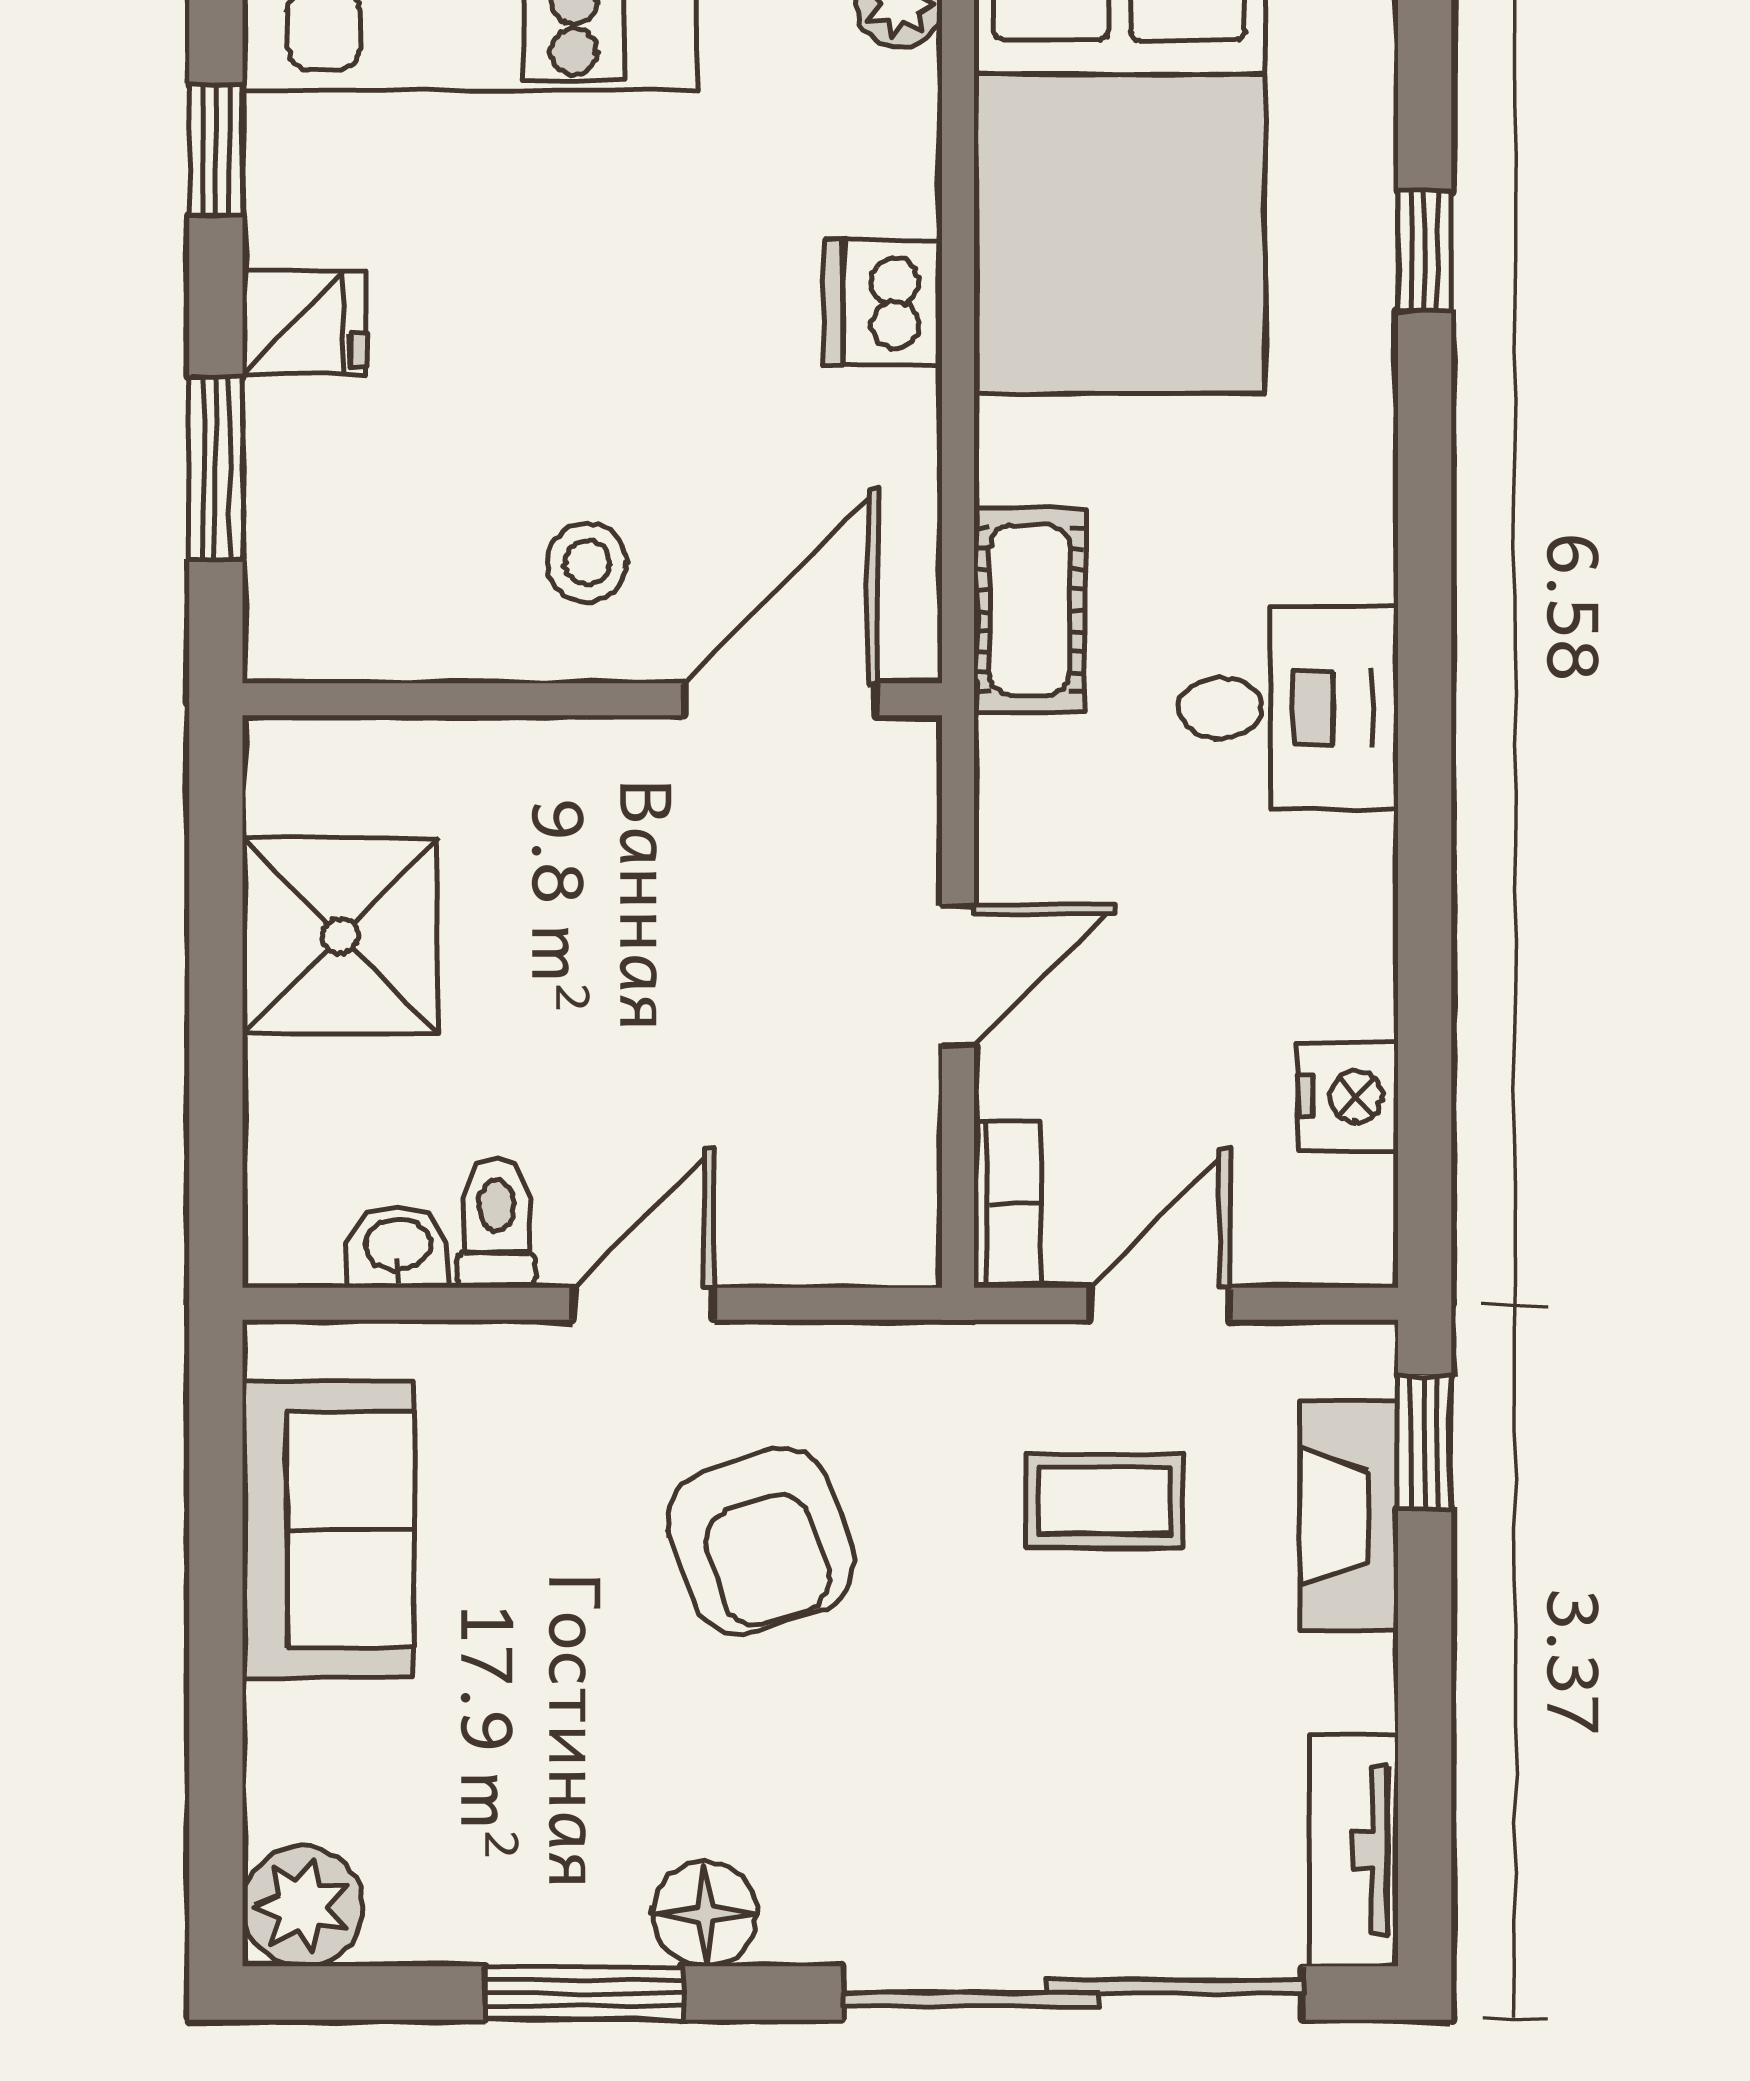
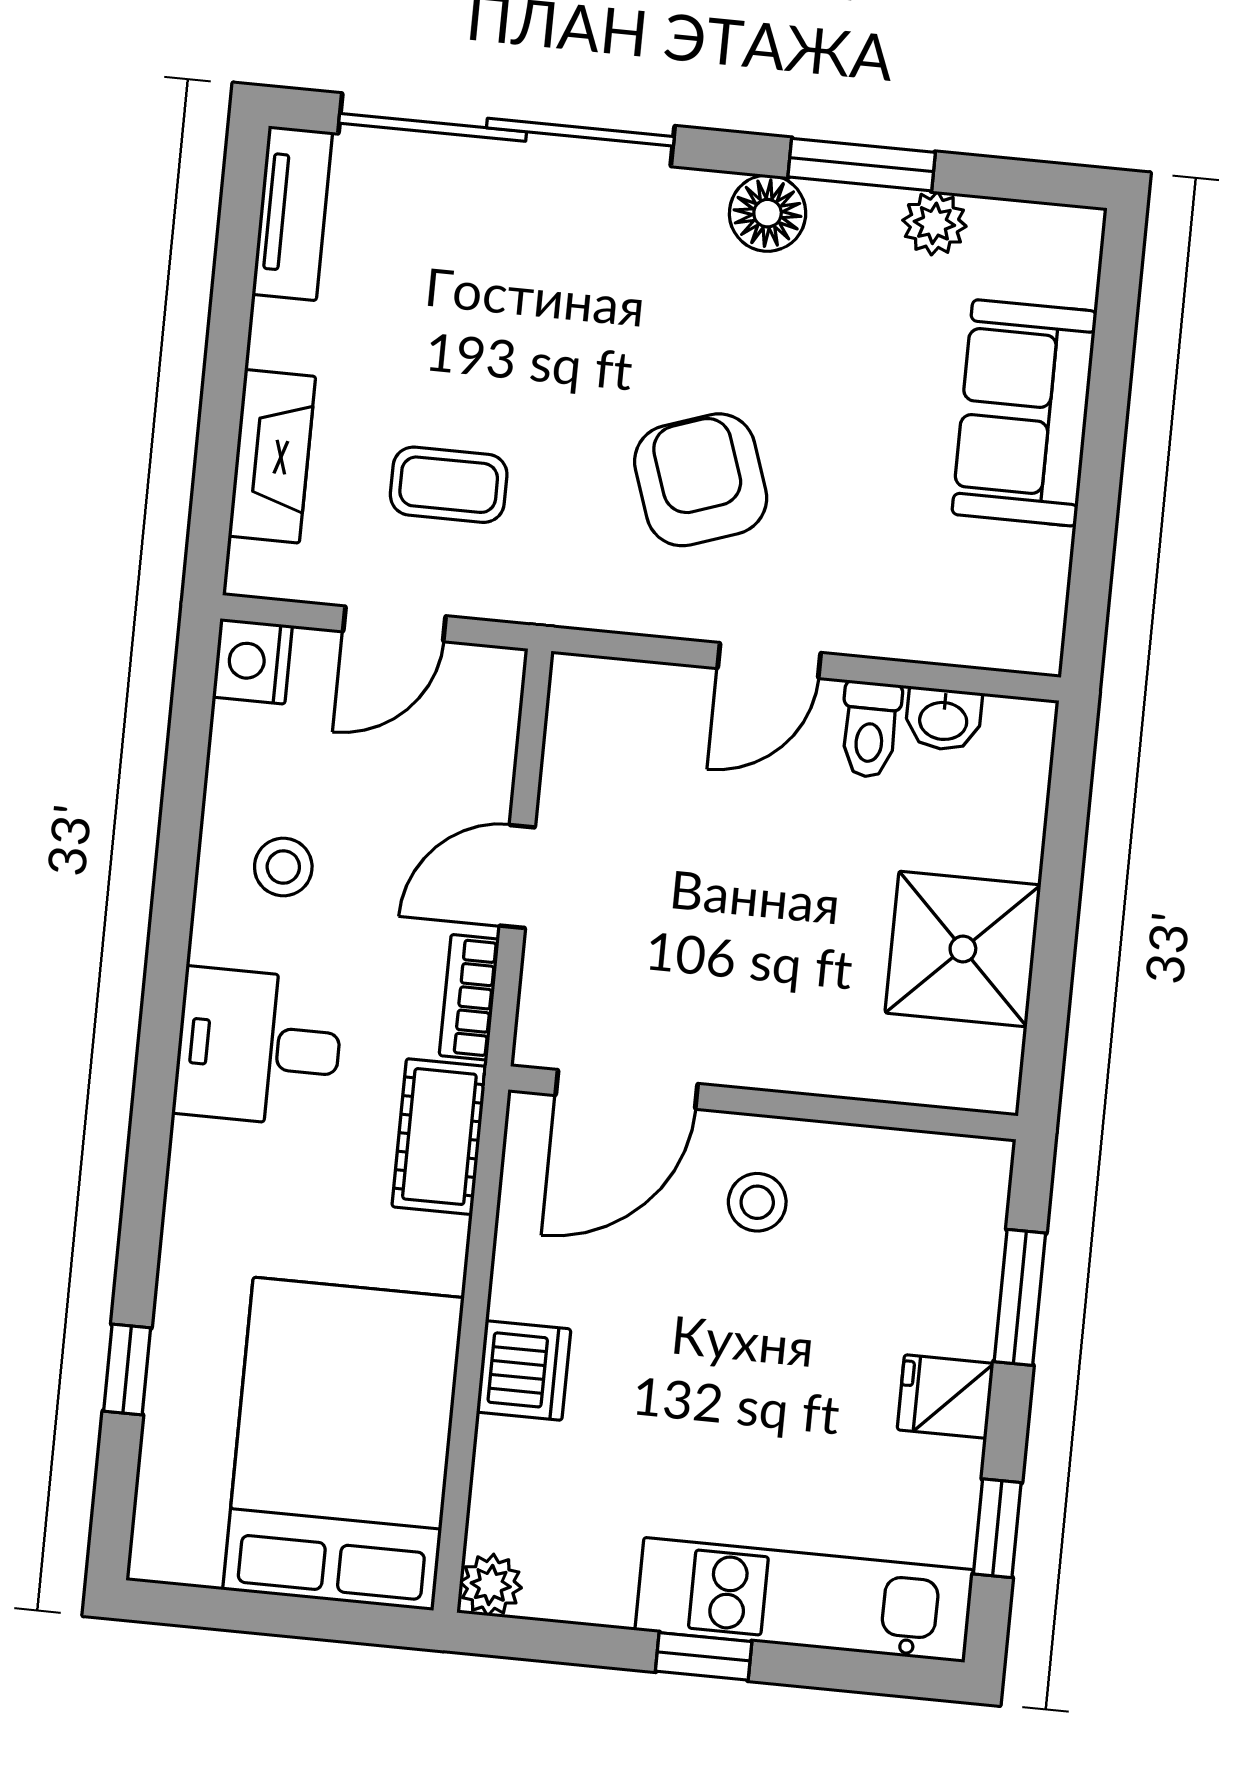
stool: (1279, 957) -> (283, 867), added
nightstand: (1348, 1097) -> (252, 661), moved
bookcase: (1007, 1204) -> (469, 997), moved
window: (1425, 1442) -> (212, 505), removed
sofa: (328, 1530) -> (1024, 413), moved
plant: (303, 1906) -> (934, 223), moved, width x0.73, depth x0.73

